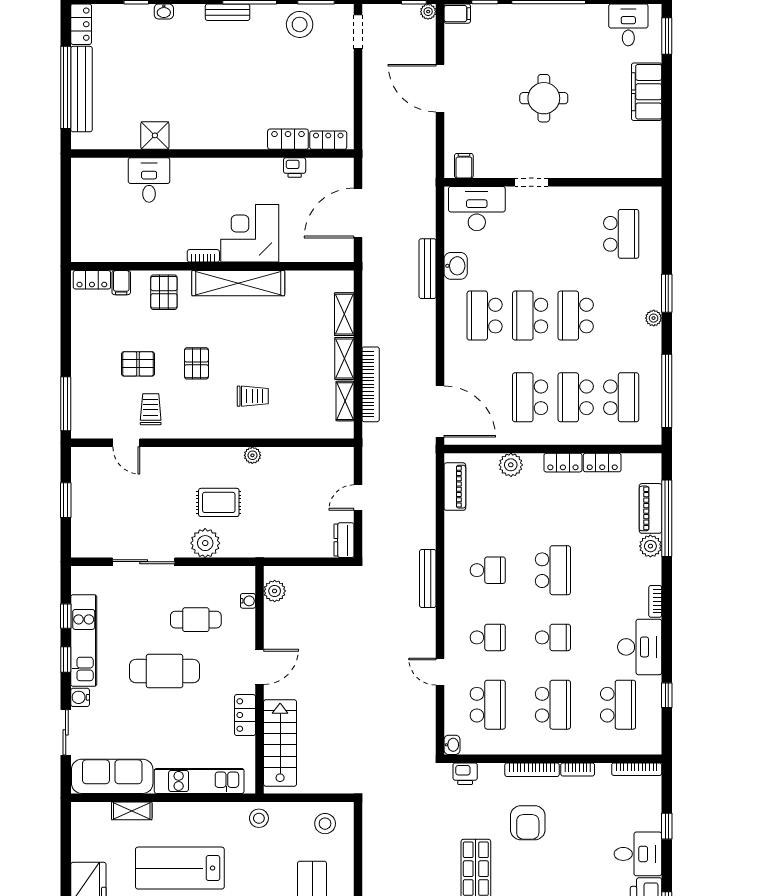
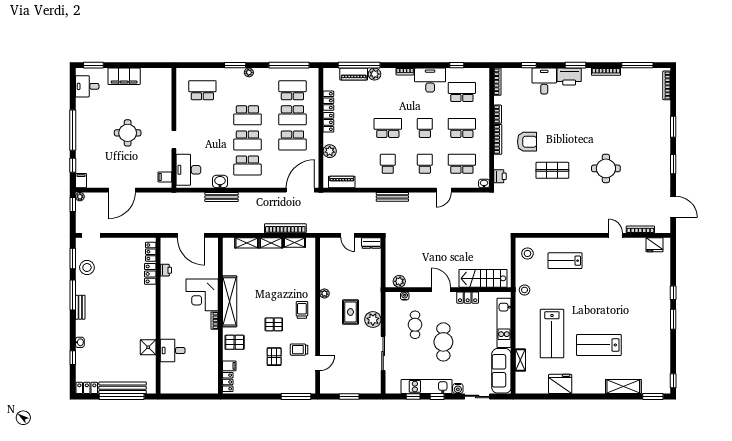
trolley: (253, 396) -> (302, 310), moved

